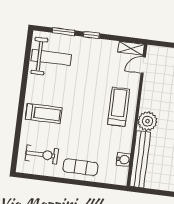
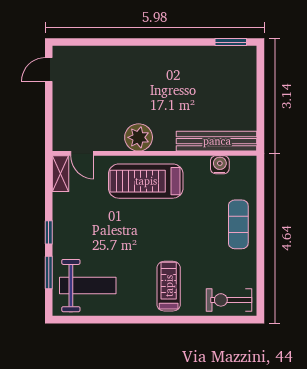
weight bench: (51, 58) -> (88, 286), turned 90
treadmill: (119, 107) -> (146, 181), width x1.37, depth x1.38
plant: (147, 121) -> (139, 137), moved
exercise bike: (42, 155) -> (229, 300), moved, turned -90

